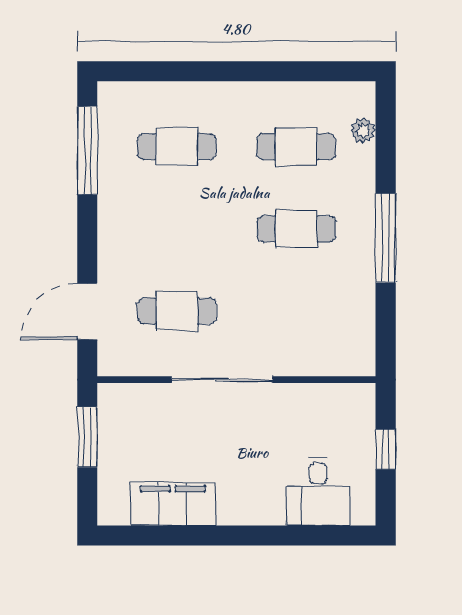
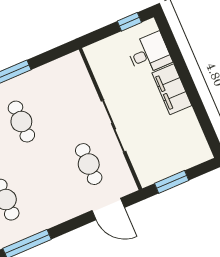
window: (386, 449) -> (129, 22), moved
filing cabinet: (173, 504) -> (172, 89), moved

